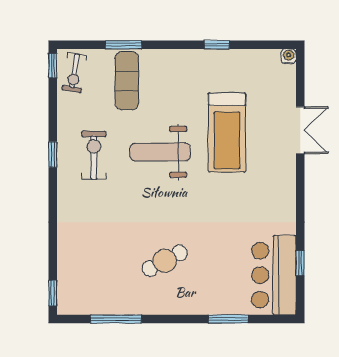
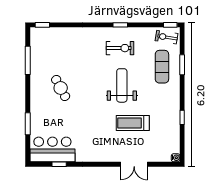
exercise mat: (127, 81) -> (162, 67), turned 90
treadmill: (227, 133) -> (133, 123), width x0.73, depth x0.73

